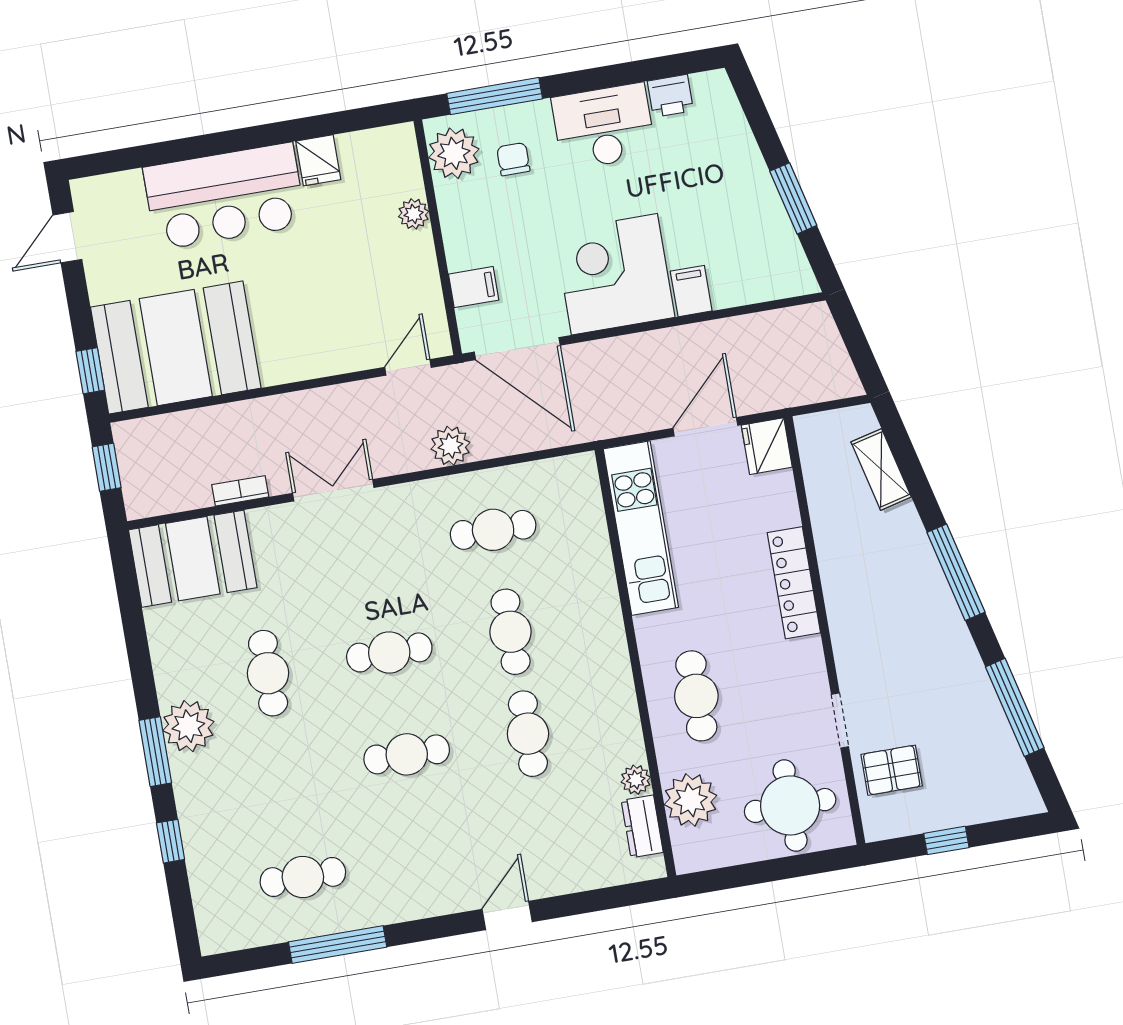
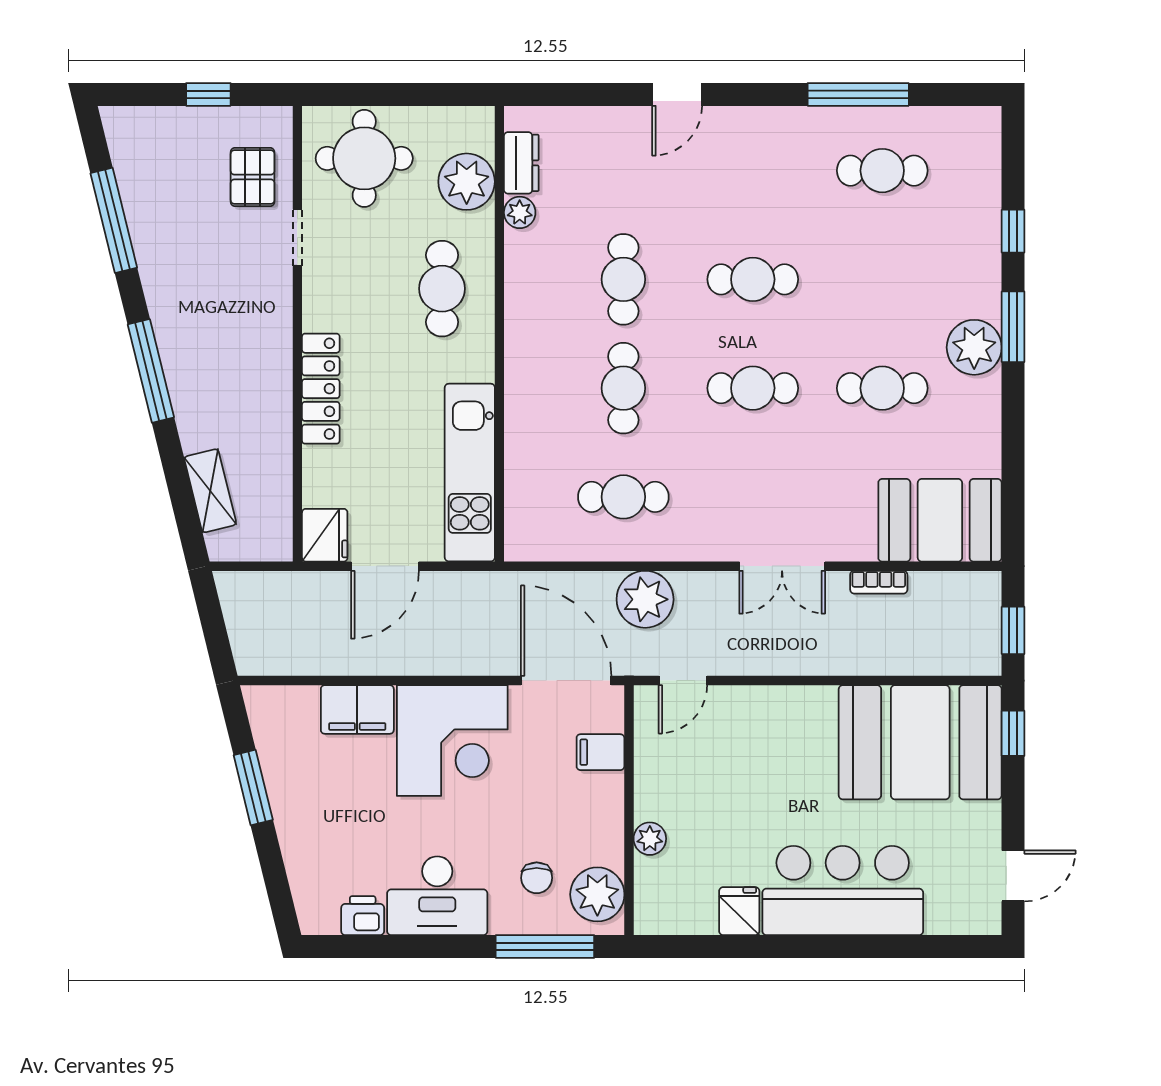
filing cabinet: (691, 291) -> (357, 709), width x2.00
plant: (450, 446) -> (645, 599), width x1.36, depth x1.36
cafe table: (268, 673) -> (882, 388), turned 90
pallet: (892, 770) -> (253, 177), turned 90

